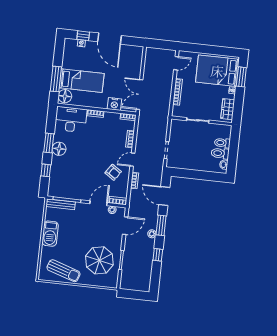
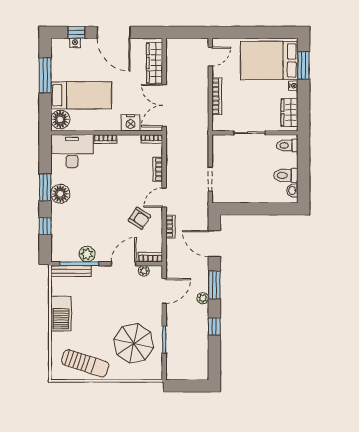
wardrobe: (136, 63) -> (155, 63), added
window: (56, 79) -> (45, 75), moved
toilet: (222, 143) -> (287, 145), moved
plant: (73, 194) -> (87, 254), added

